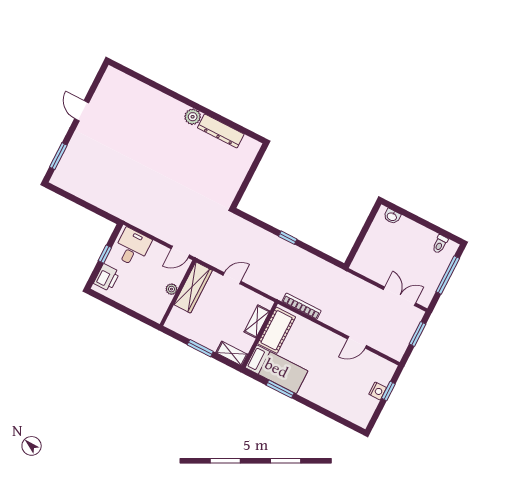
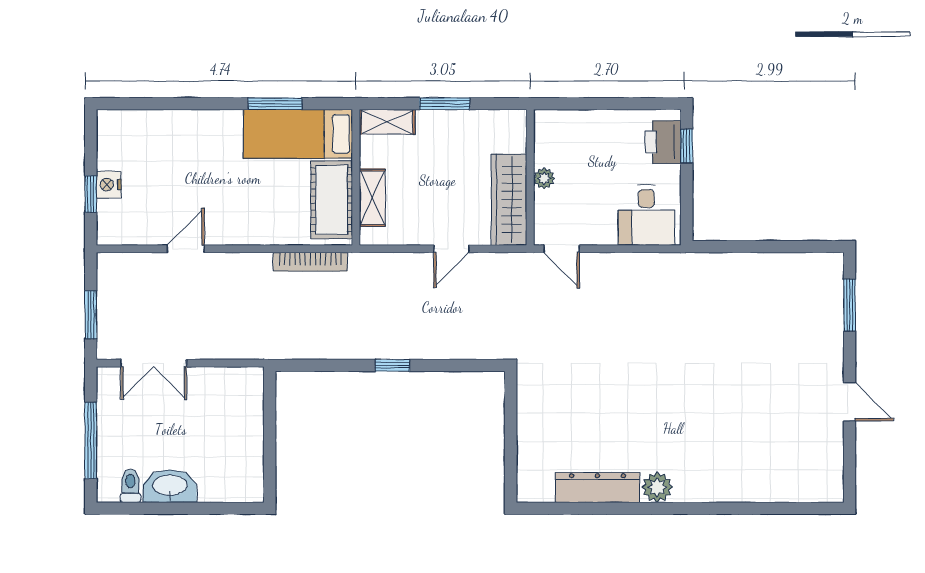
washbasin: (392, 216) -> (170, 486), moved, width x1.91, depth x1.45
door: (180, 252) -> (562, 249), swing flipped
window: (105, 254) -> (687, 146), moved

